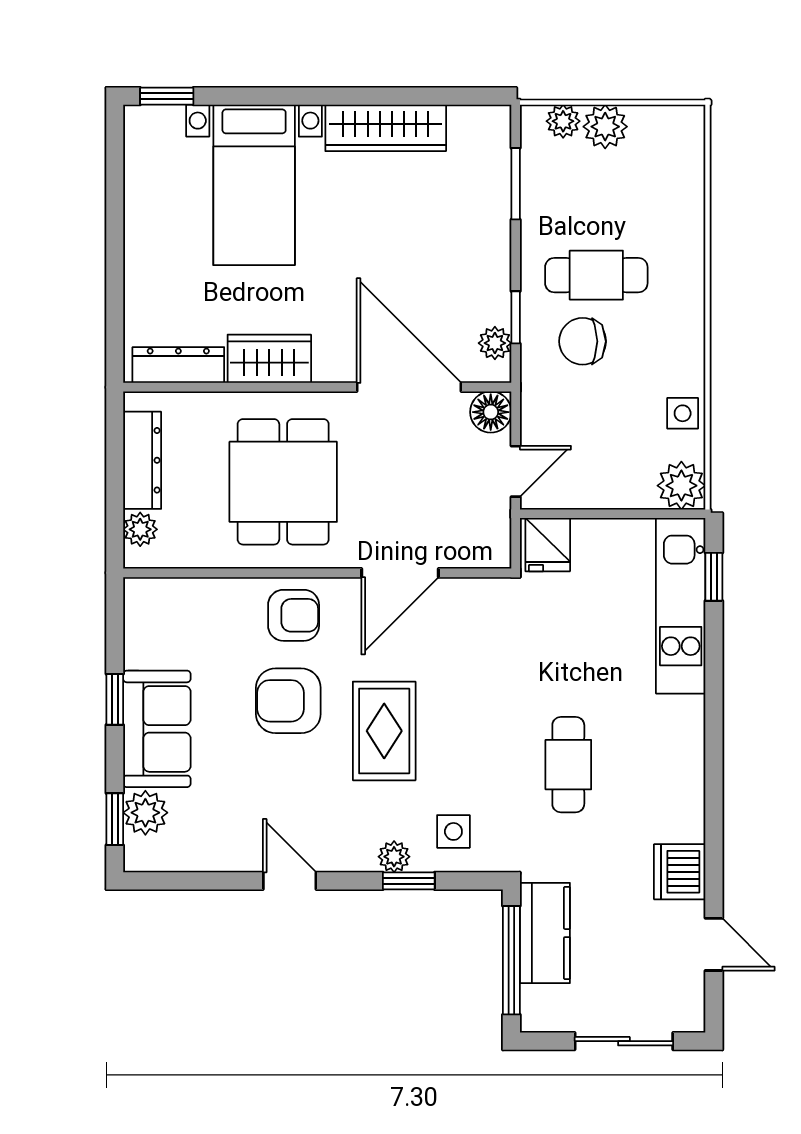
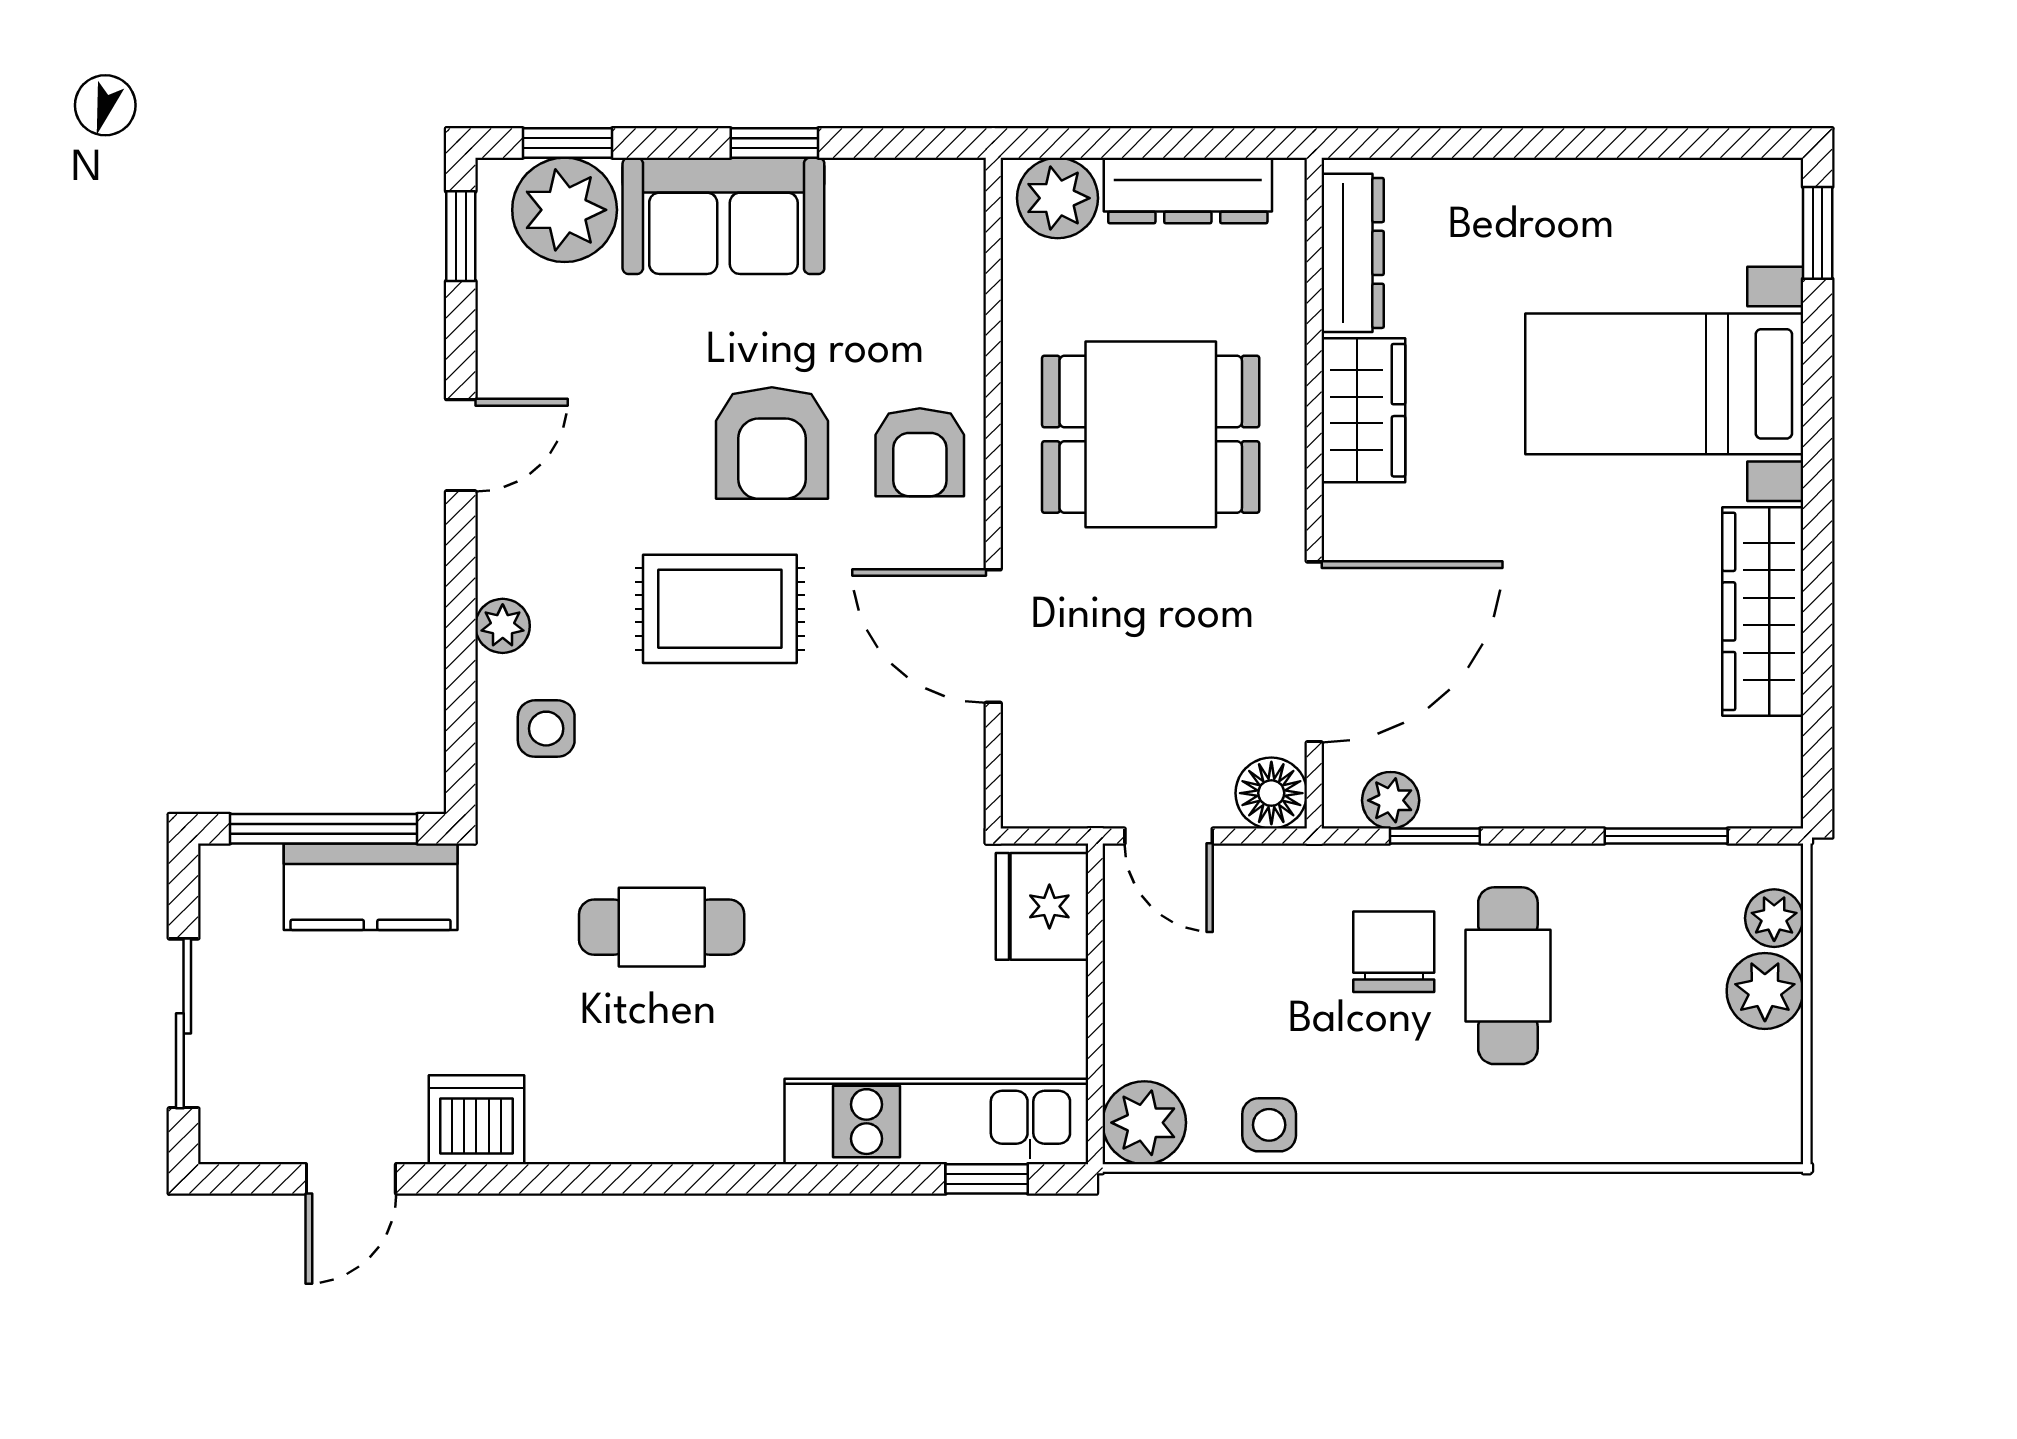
plant: (140, 529) -> (1058, 198), width x1.38, depth x1.38
fridge: (548, 545) -> (1042, 906), width x1.38
armchair: (288, 701) -> (772, 443), turned 180
plant: (145, 813) -> (565, 210), width x1.36, depth x1.36
window: (409, 881) -> (461, 236), moved

